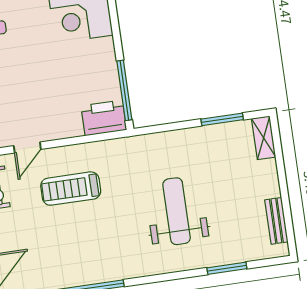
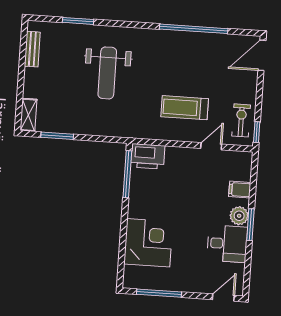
treadmill: (71, 189) -> (185, 108), turned 180

